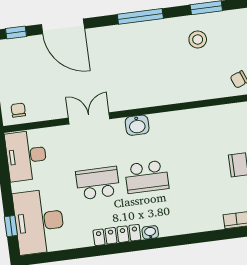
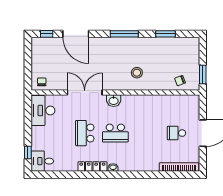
stool: (198, 39) -> (137, 73), moved
double door: (89, 118) -> (85, 93), width x1.37
school desk: (98, 183) -> (85, 133), turned -90
desk: (39, 222) -> (42, 161), width x0.53, depth x0.77

